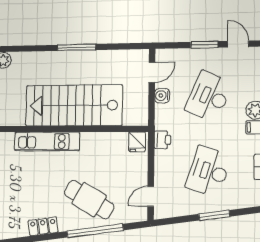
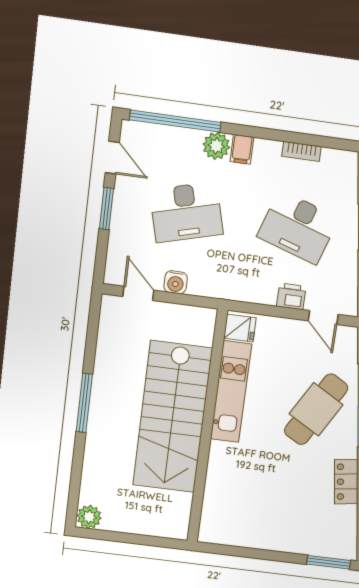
door: (238, 44) -> (112, 158), swing flipped
desk: (209, 96) -> (186, 212), turned -39
printer: (162, 140) -> (291, 296), moved
kitchen unit: (47, 141) -> (231, 392), moved

